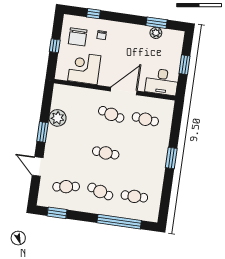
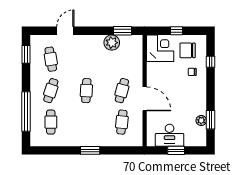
corner desk: (84, 68) -> (160, 48), moved
desk: (162, 82) -> (170, 135), moved, turned -90
window: (42, 132) -> (122, 31), moved

